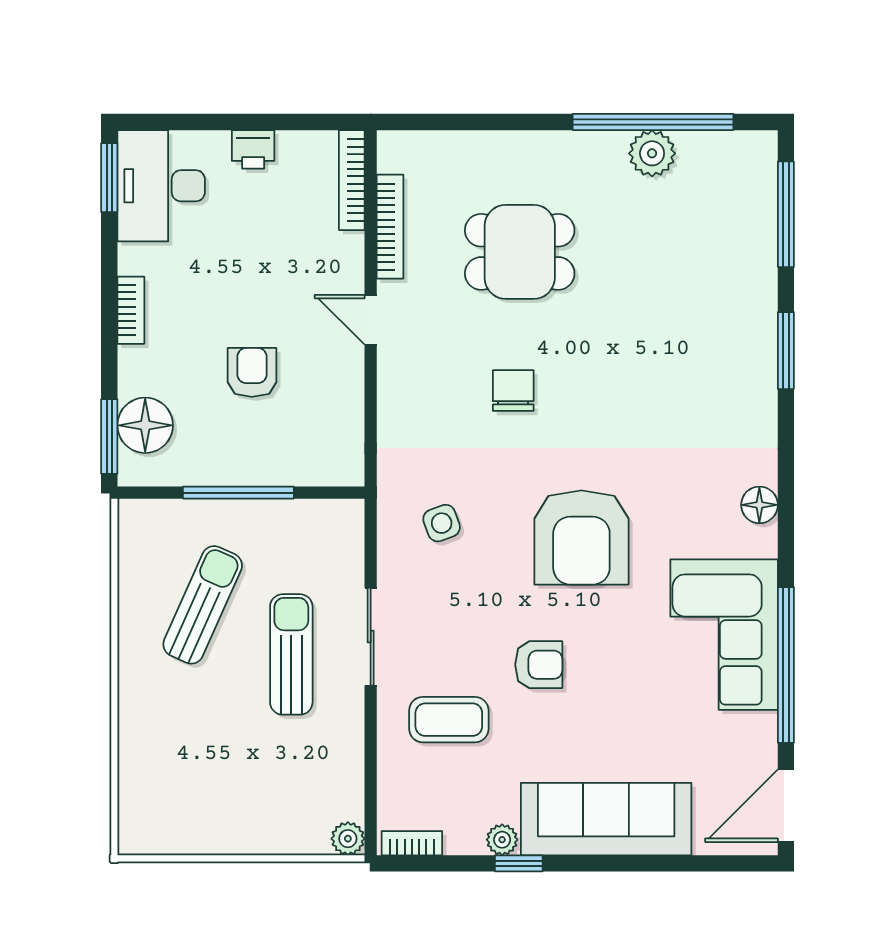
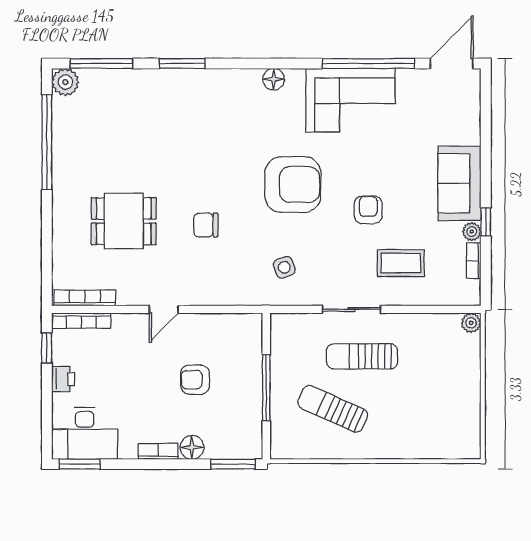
window: (306, 122) -> (47, 348), added
plant: (652, 153) -> (65, 82), moved
bookcase: (390, 227) -> (85, 298), moved
dining table: (520, 252) -> (124, 221), turned 90
floor lamp: (145, 425) -> (192, 447), moved, width x0.73, depth x0.73
coffee table: (449, 720) -> (401, 263), turned 90
door: (786, 806) -> (452, 64), swing flipped
sofa: (606, 819) -> (460, 183), width x0.73
bookcase: (412, 843) -> (474, 261), moved

